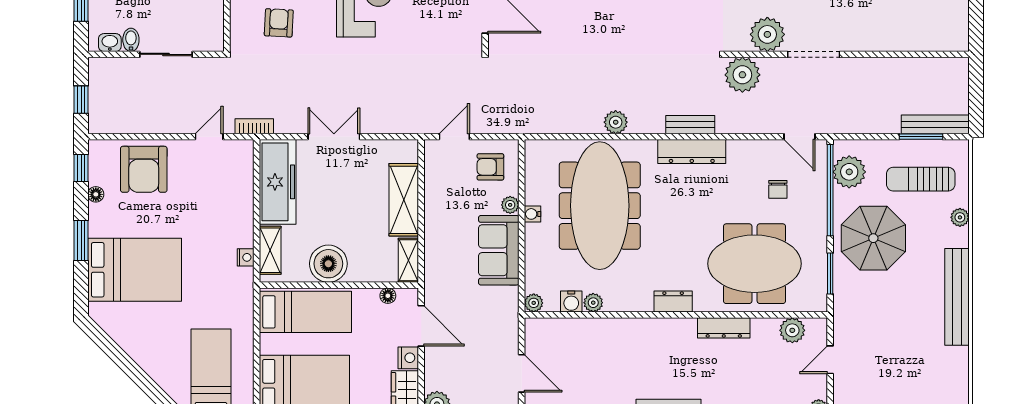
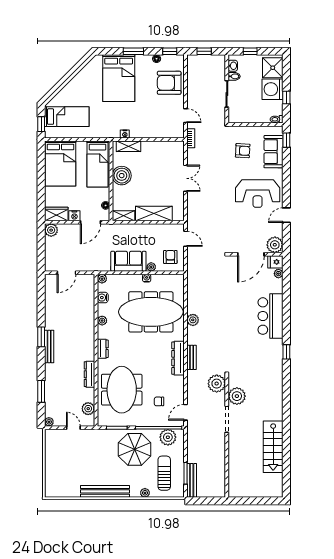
freezer: (278, 182) -> (163, 150), removed
plant: (593, 303) -> (102, 321), moved

